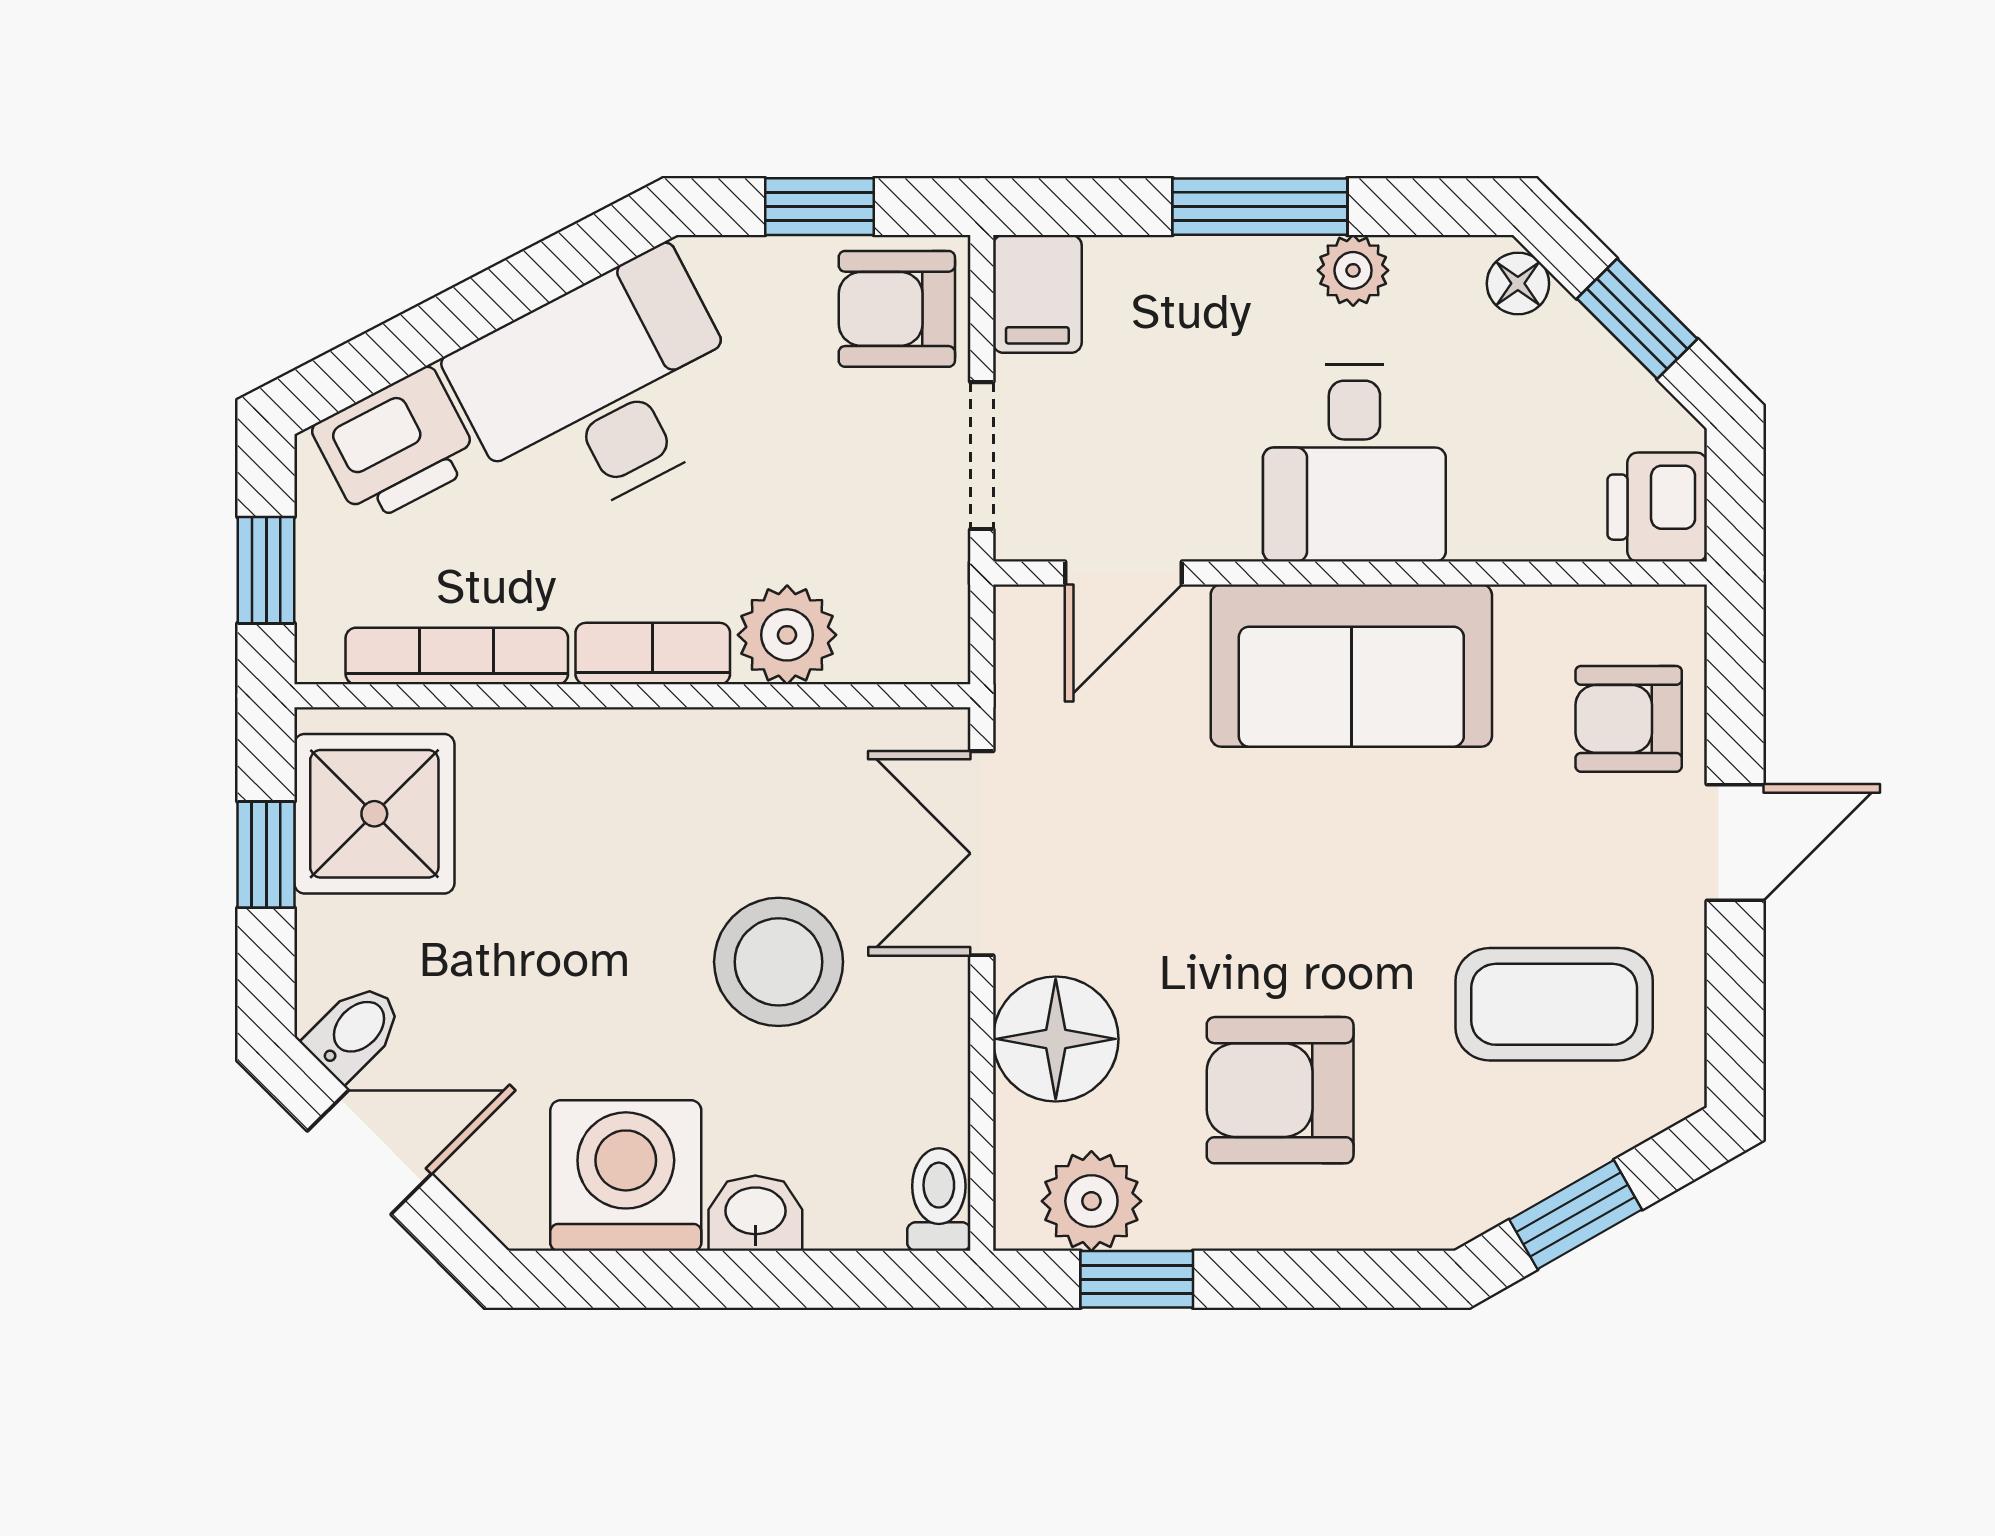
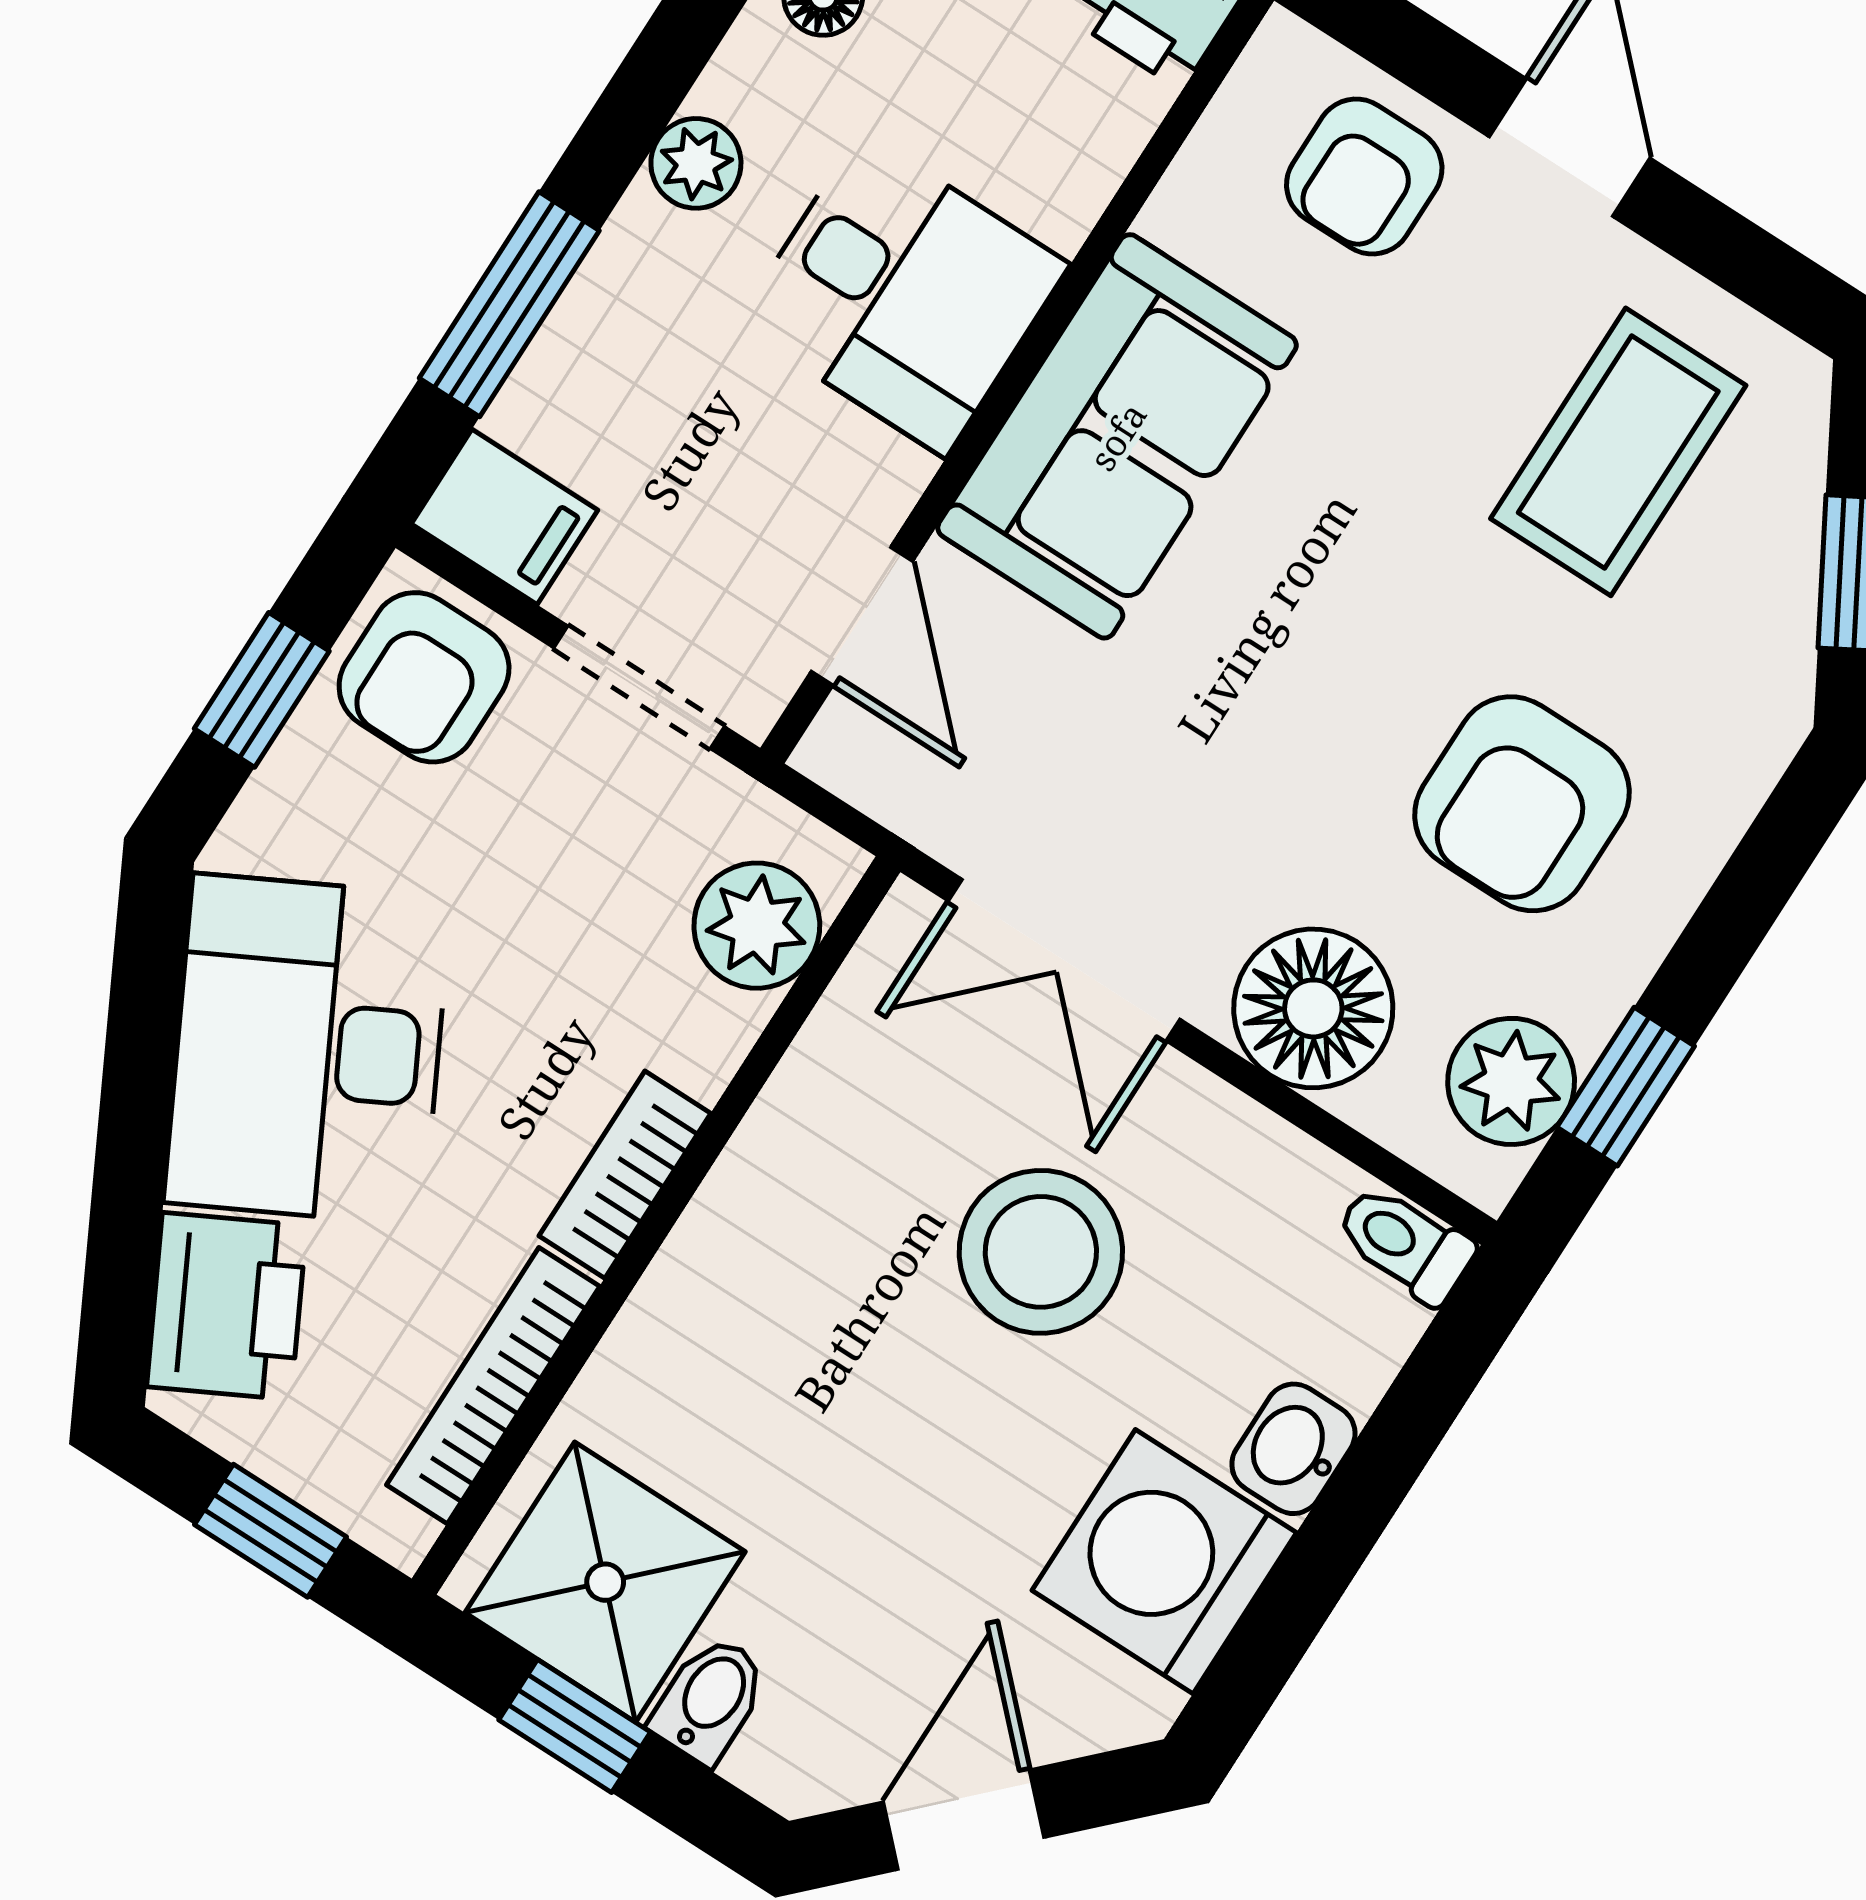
window: (1260, 207) -> (509, 304), moved
plant: (787, 635) -> (757, 926), moved
bidet: (354, 1031) -> (710, 1700), moved, turned 45

